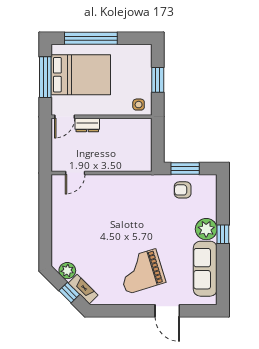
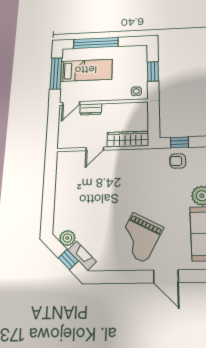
bed: (81, 75) -> (86, 70), width x0.67
wardrobe: (129, 163) -> (128, 139), added
window: (185, 169) -> (179, 142), width x0.67
door: (75, 173) -> (95, 149), moved
grand piano: (141, 271) -> (139, 237), turned -45

